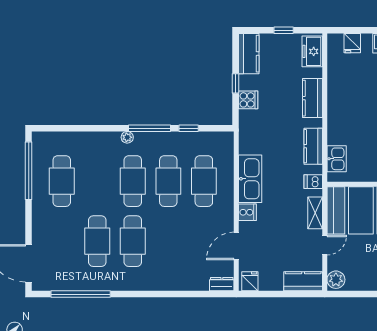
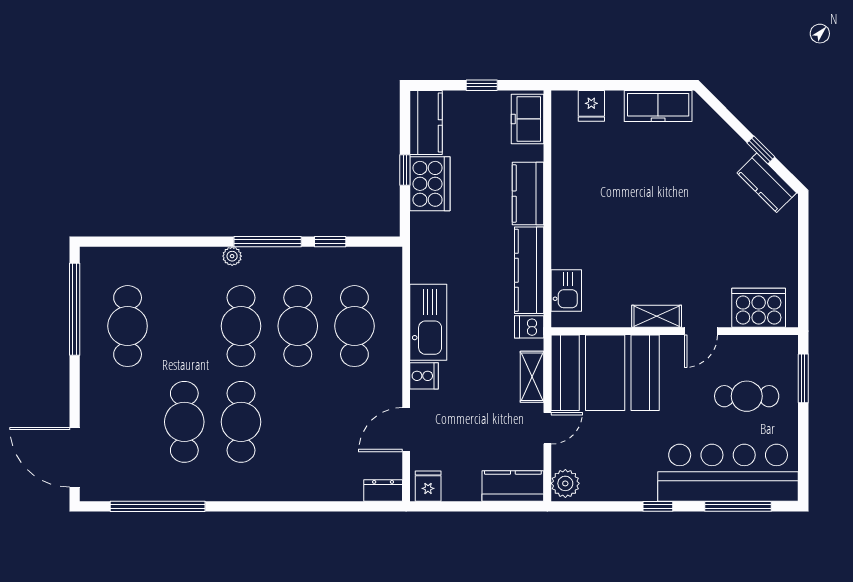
cooker: (248, 100) -> (430, 184), width x1.87, depth x1.31
kitchen counter: (313, 146) -> (529, 270), width x1.50

